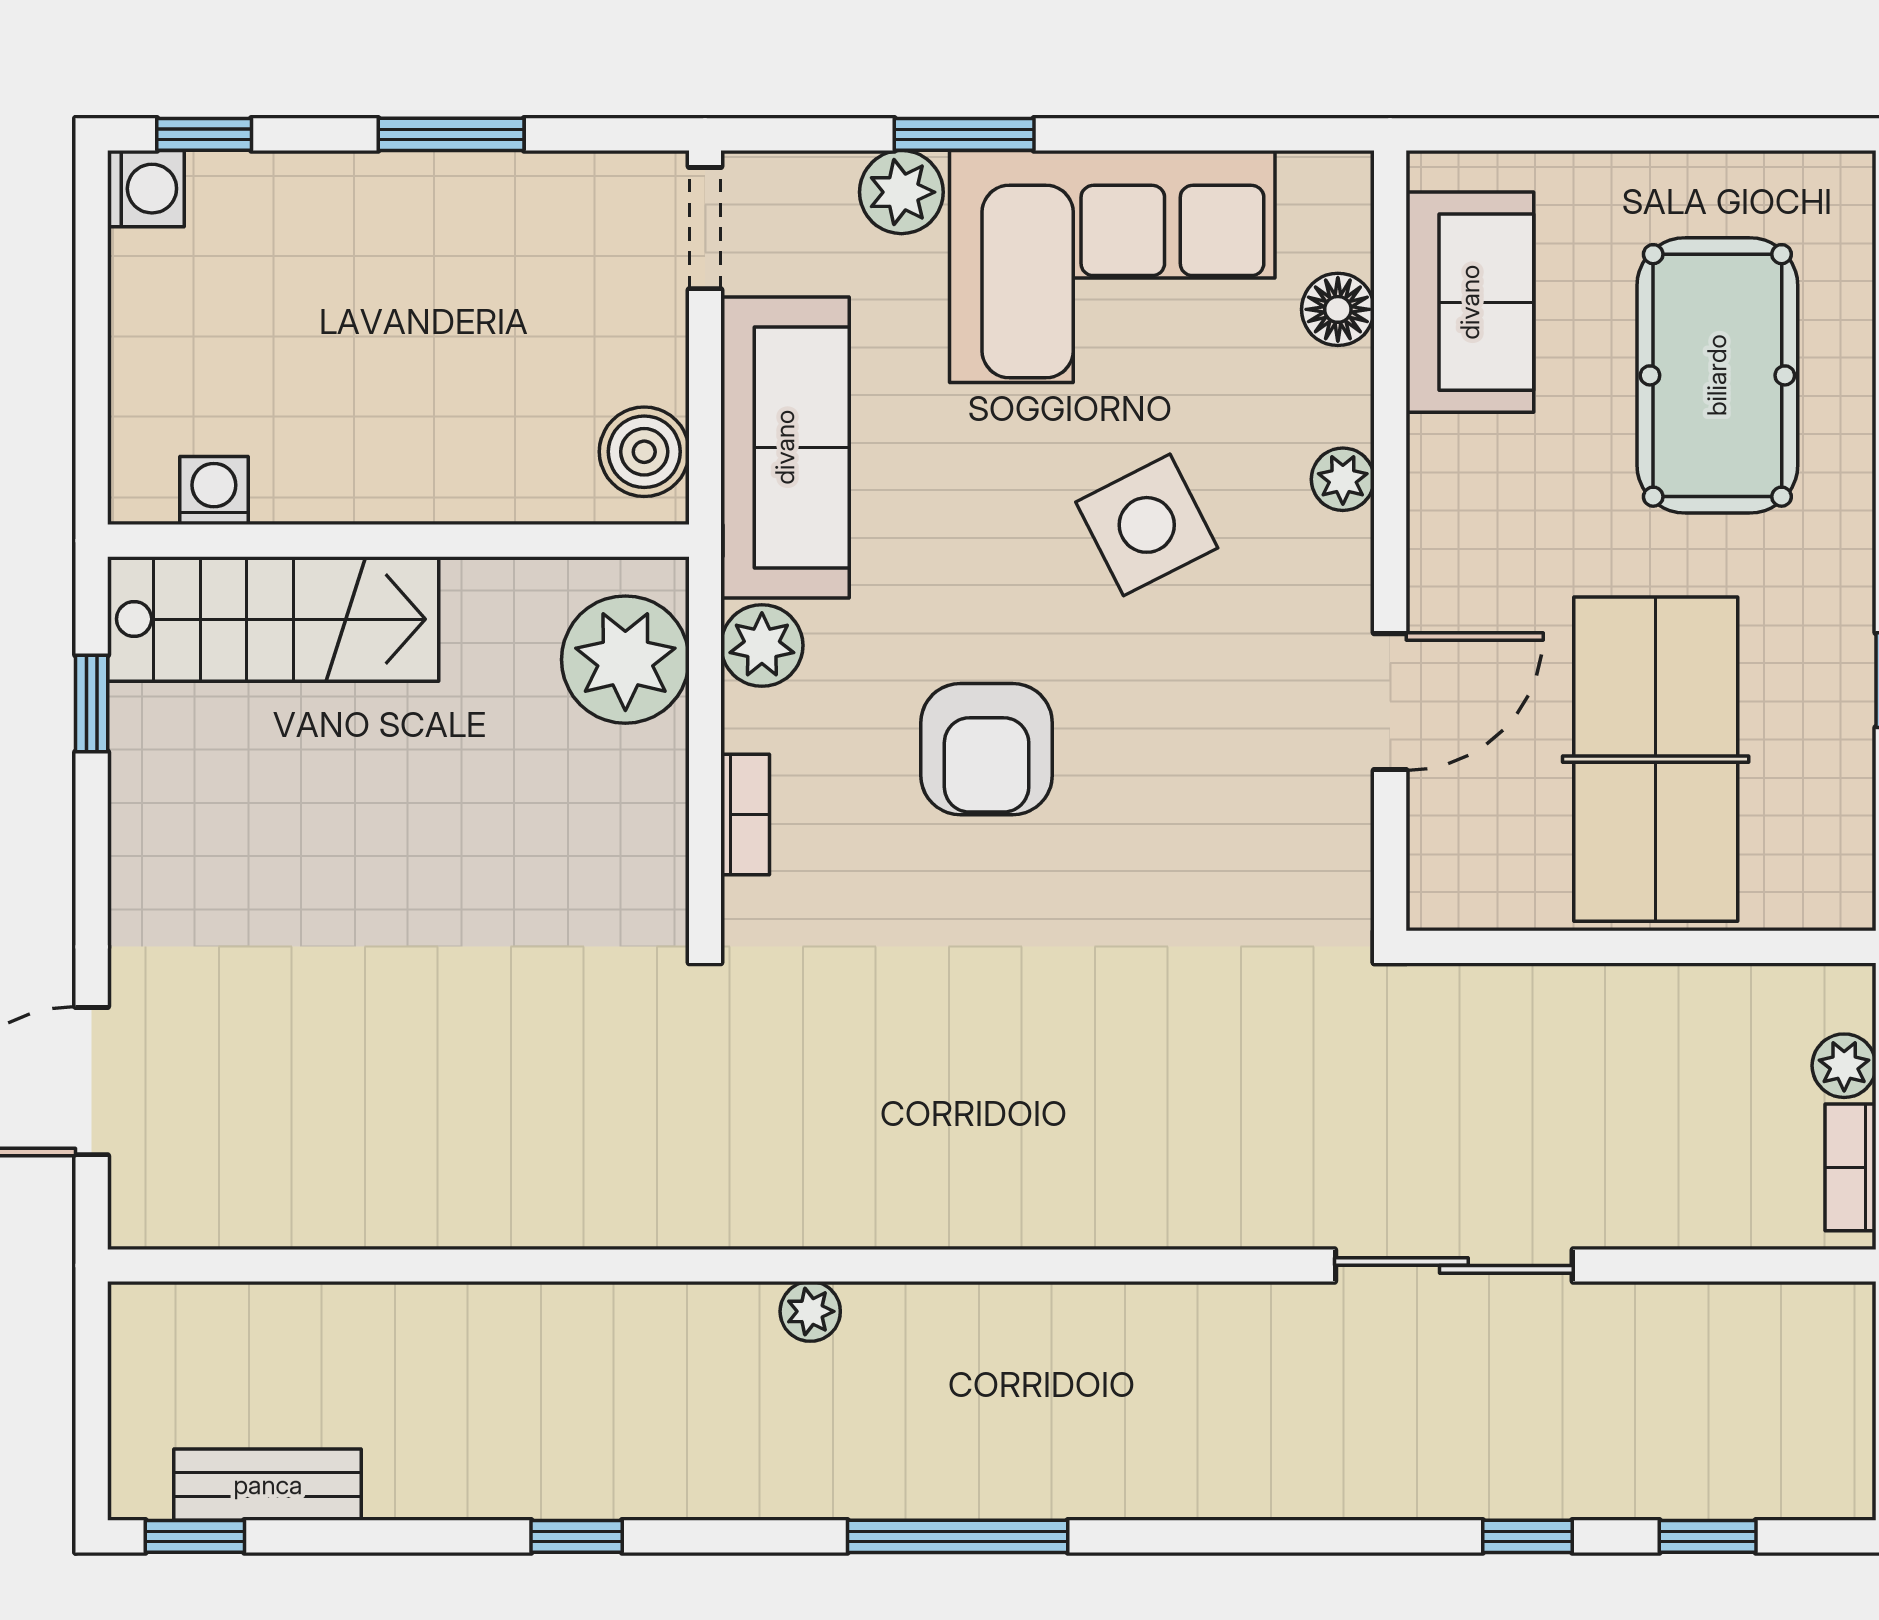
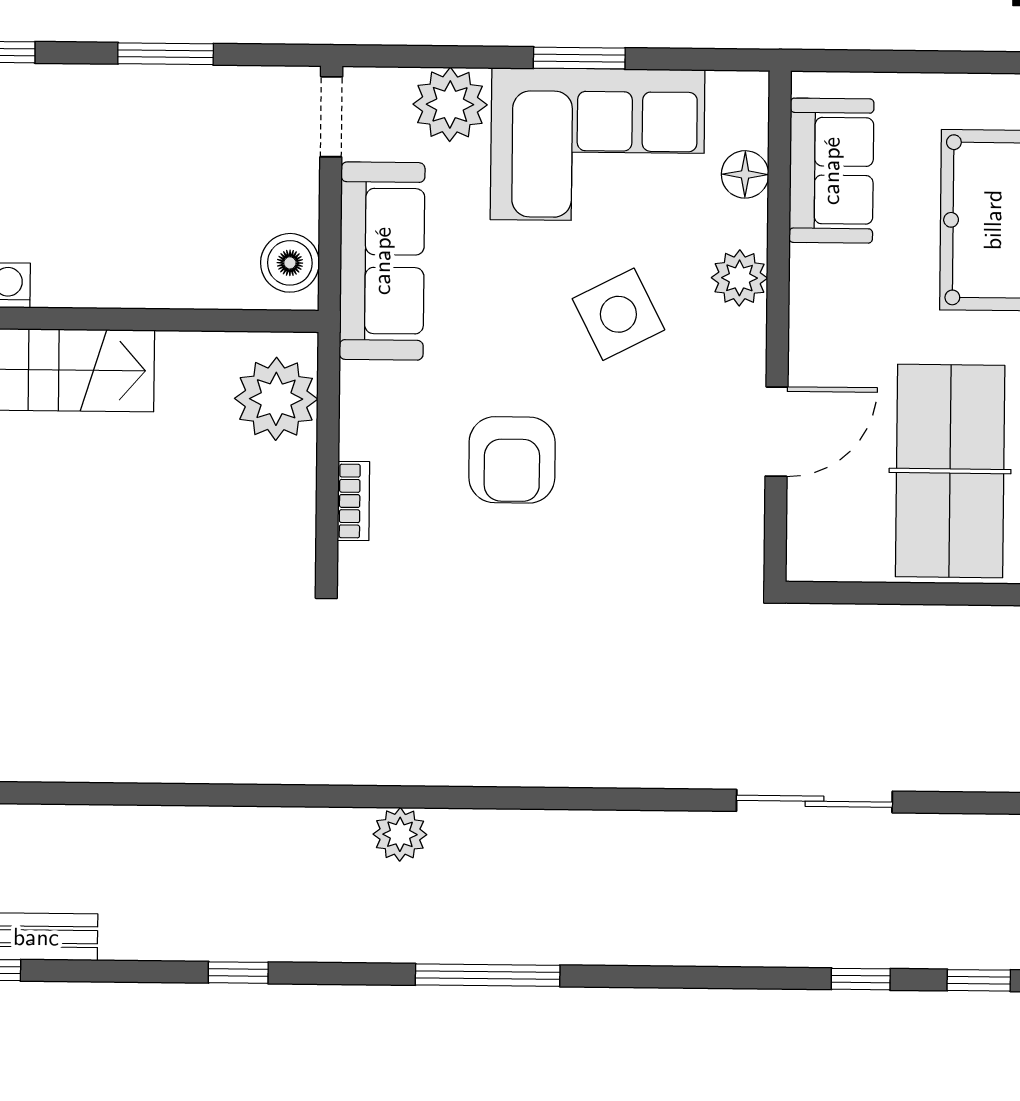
window: (964, 134) -> (579, 58), moved
plant: (901, 192) -> (450, 104), width x1.36, depth x1.36
plant: (1343, 479) -> (739, 278), width x1.38, depth x1.38
plant: (762, 645) -> (366, 391), removed
plant: (810, 1311) -> (400, 834), width x1.38, depth x1.38

